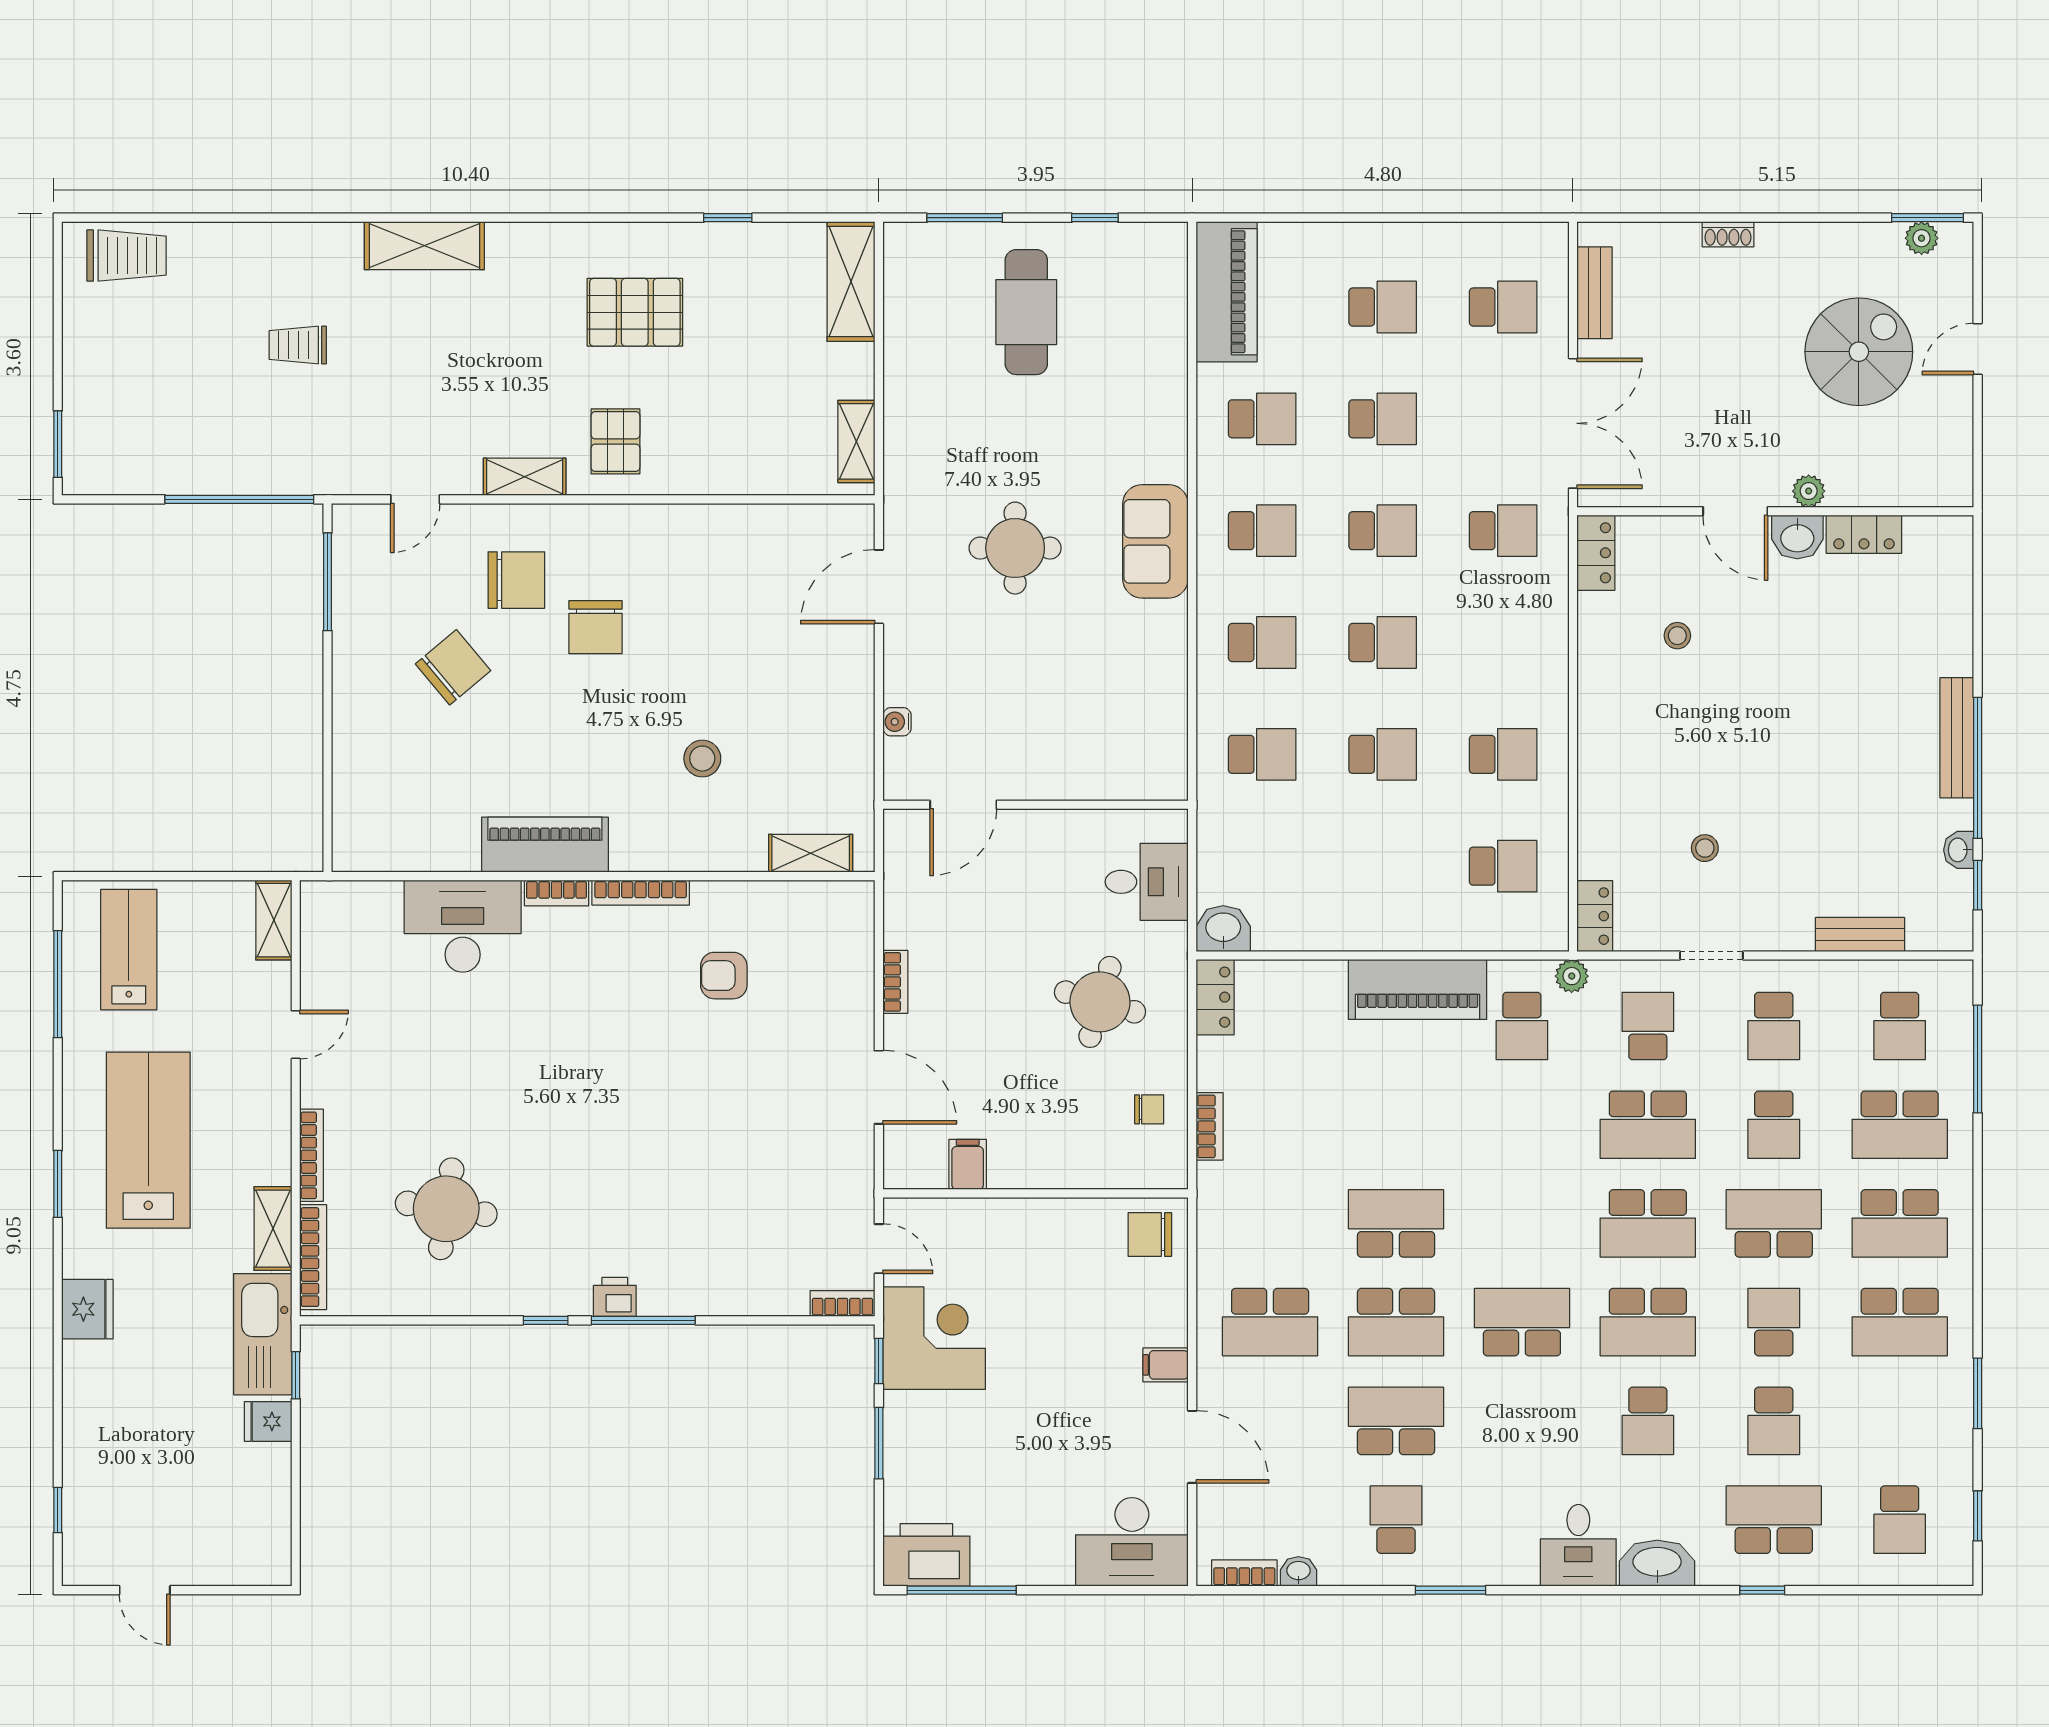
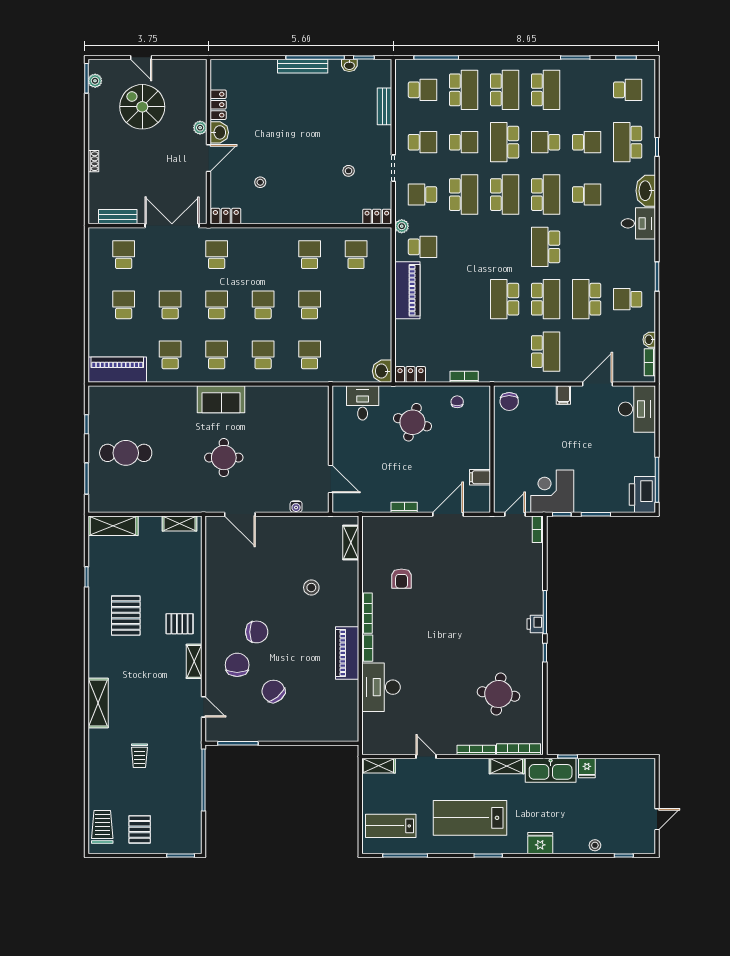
pallet: (120, 345) -> (140, 829), added
stool: (82, 1441) -> (595, 845), added

